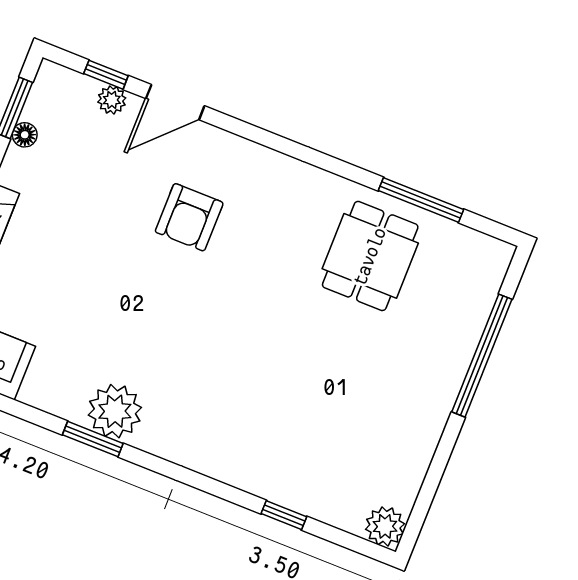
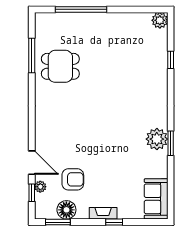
floor lamp: (25, 135) -> (66, 210), width x1.89, depth x1.89
armchair: (189, 217) -> (73, 179), moved

